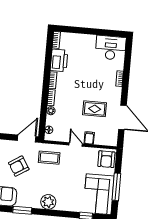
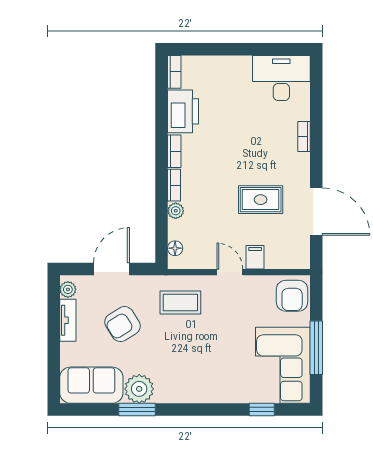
door: (27, 139) -> (112, 269), moved
plant: (48, 202) -> (139, 389), moved

